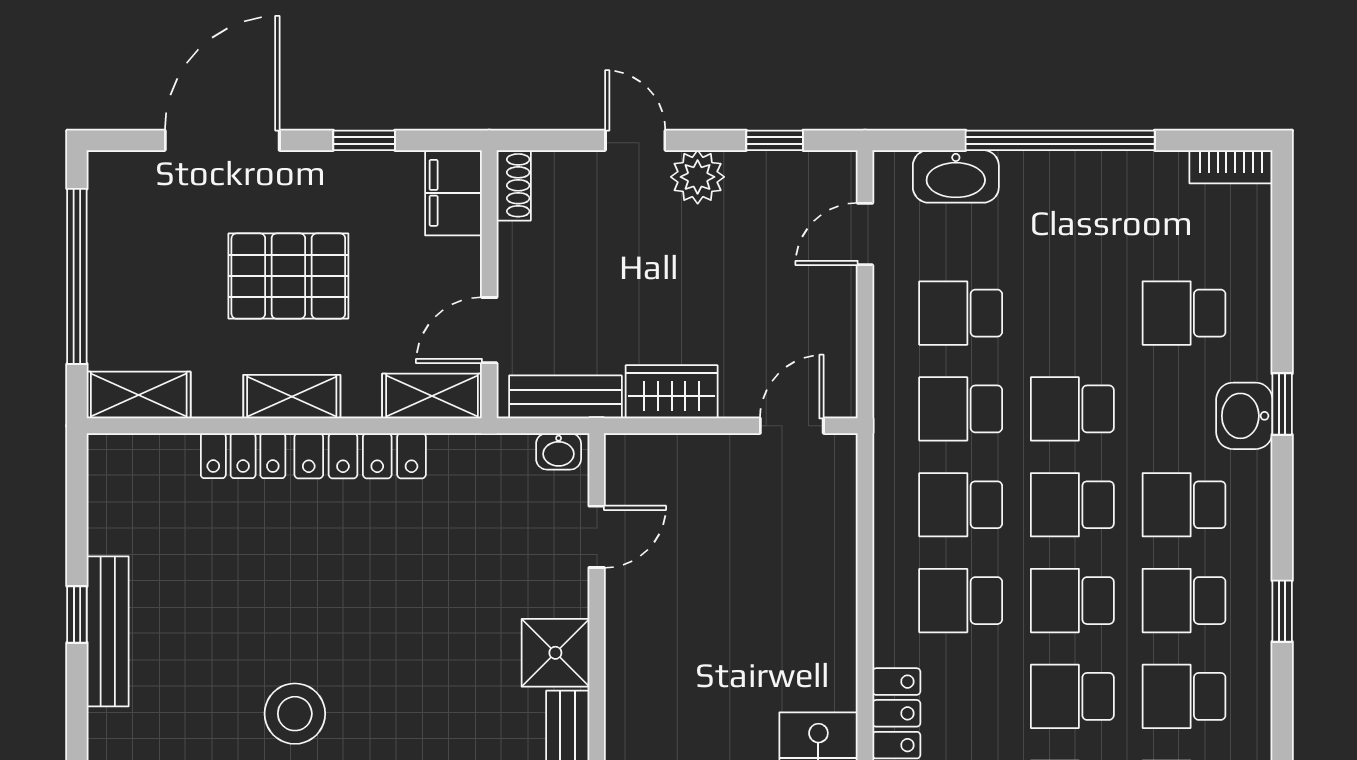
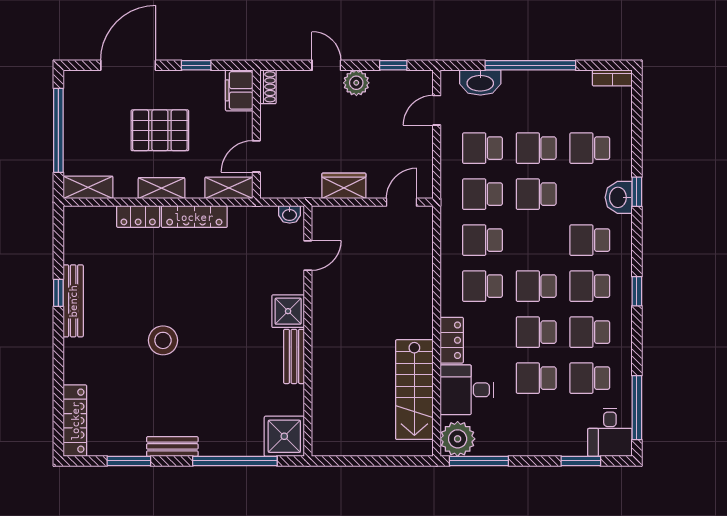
bench: (565, 397) -> (293, 188), removed
school desk: (1072, 505) -> (536, 148), moved

